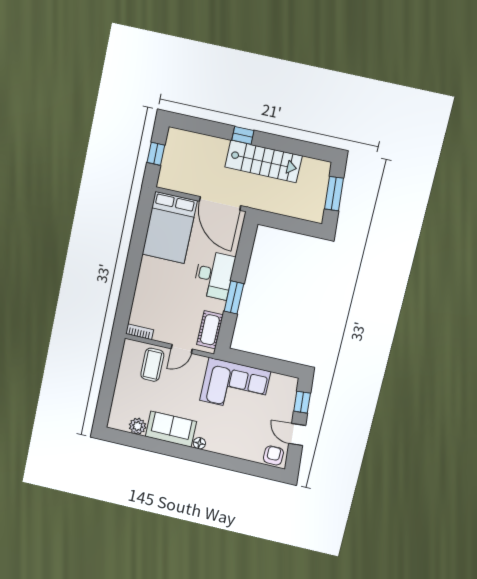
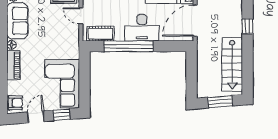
stairs: (263, 161) -> (232, 64), moved
window: (234, 297) -> (129, 46), width x2.11
corner sofa: (235, 386) -> (62, 84), moved
piano: (225, 447) -> (13, 65), added

